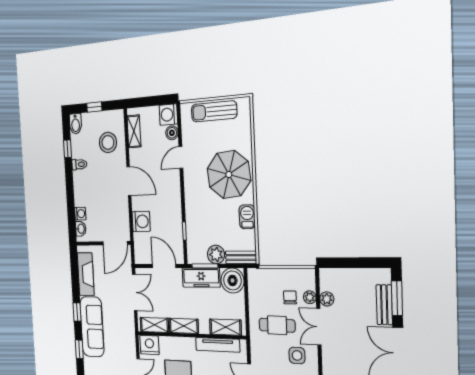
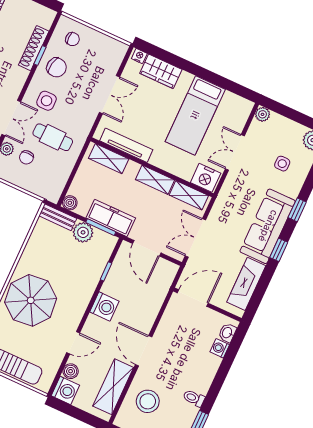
shelving: (134, 131) -> (113, 387), width x1.50, depth x1.33
barbecue: (247, 217) -> (32, 252), removed
washing machine: (141, 221) -> (104, 307), moved, turned 180
boiler: (232, 280) -> (70, 203), width x0.54, depth x0.54

